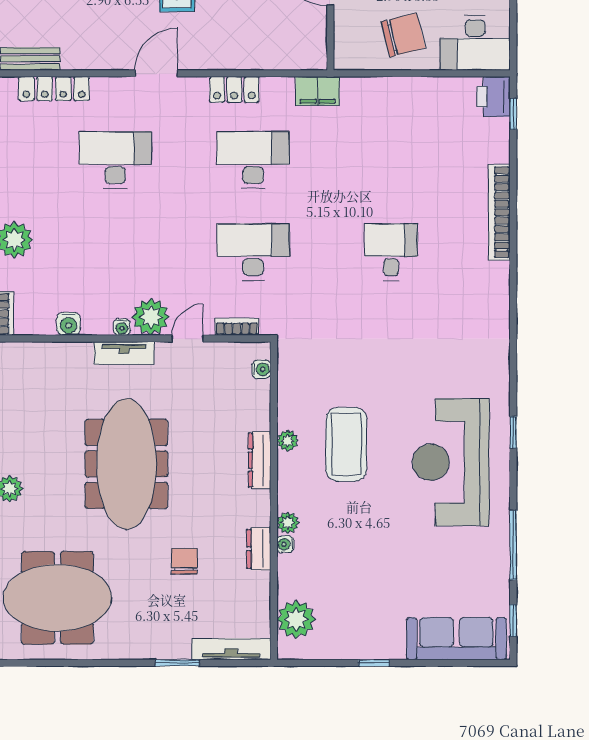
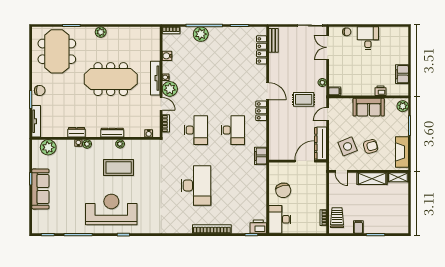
locker: (234, 90) -> (261, 111), moved
desk: (115, 160) -> (233, 75), removed
desk: (391, 252) -> (196, 185), width x1.87, depth x1.30
tv unit: (124, 353) -> (155, 78), width x1.41
chair: (184, 561) -> (40, 90), moved
sofa: (456, 639) -> (40, 189), moved

